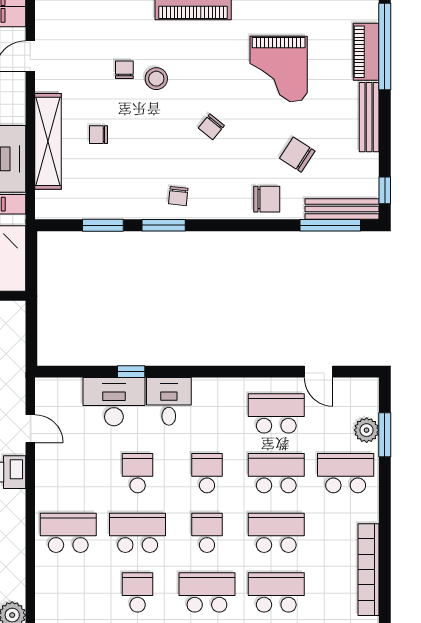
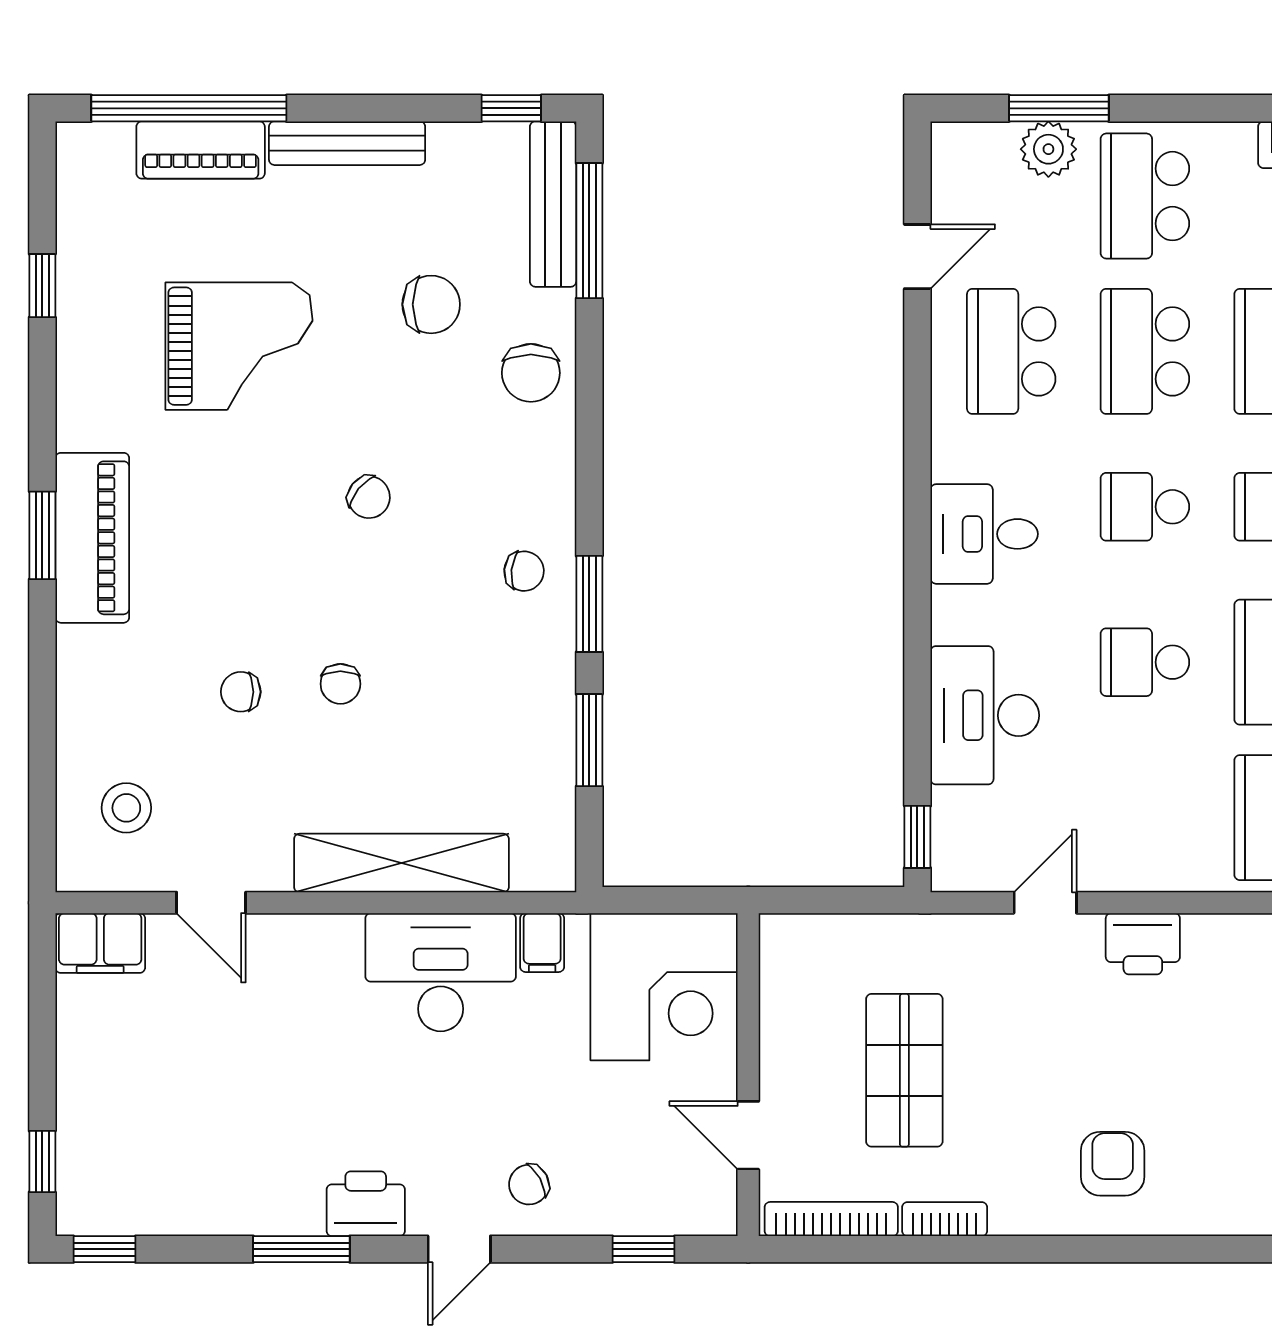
stool: (156, 79) -> (126, 808), moved
chair: (98, 135) -> (340, 684), moved
chair: (297, 155) -> (431, 304), turned -123
chair: (267, 199) -> (531, 373), turned 180
window: (131, 372) -> (917, 837), moved
desk: (169, 401) -> (984, 534), moved

